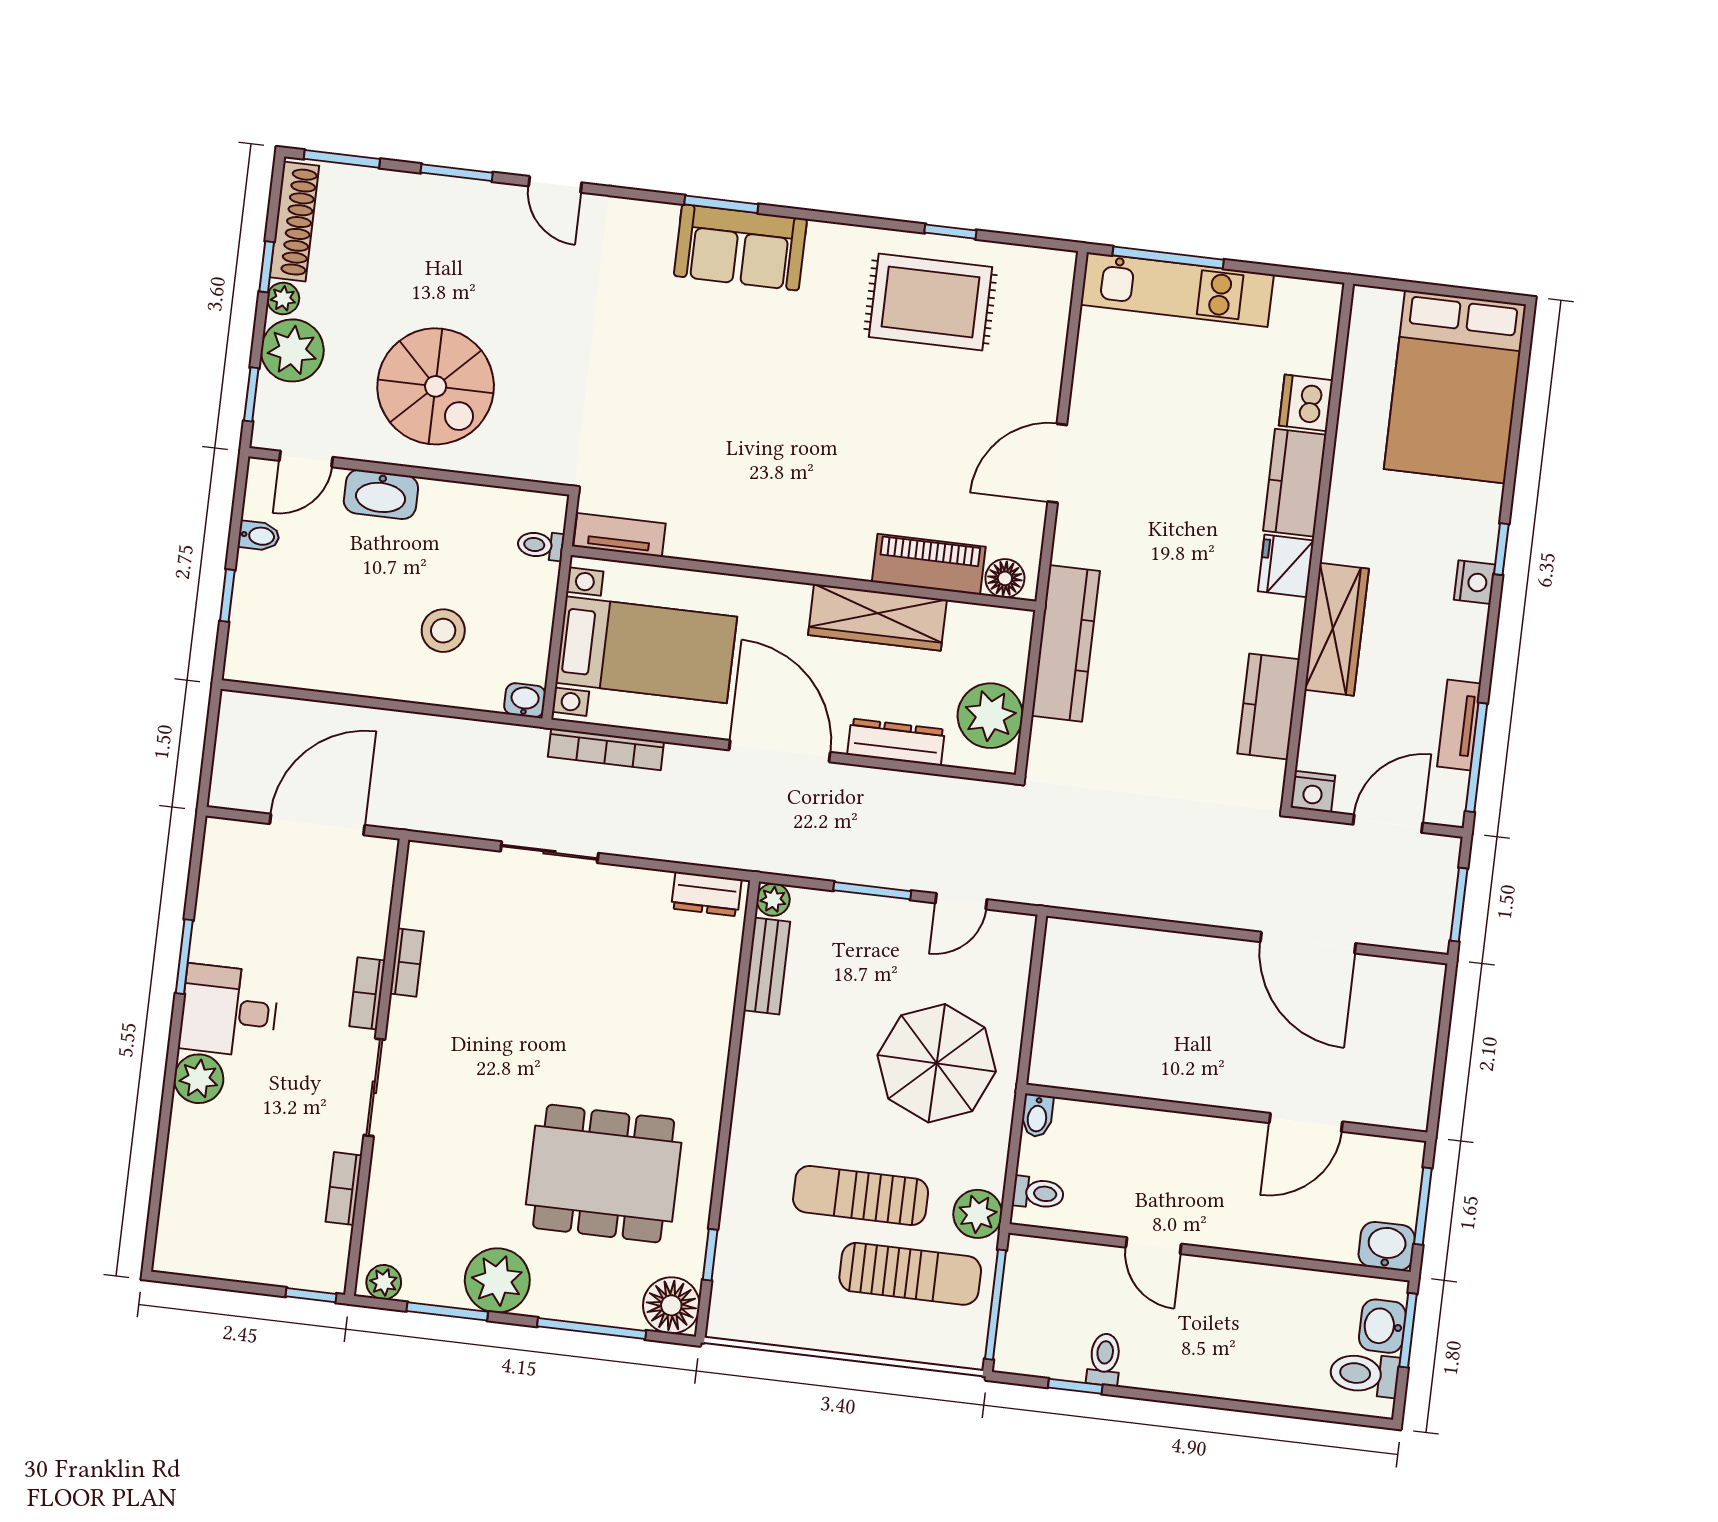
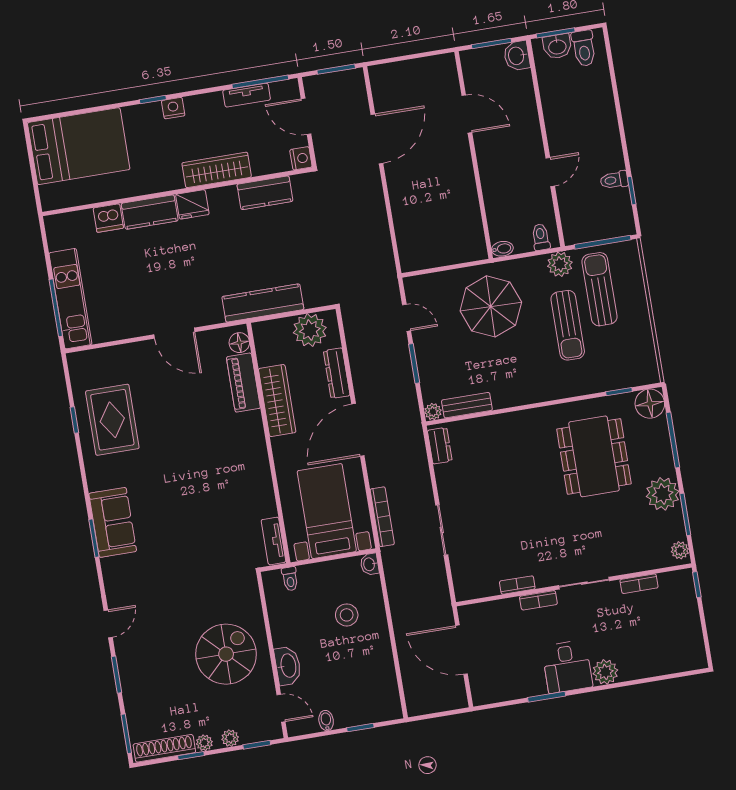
plant: (292, 350) -> (230, 738), width x0.53, depth x0.53

